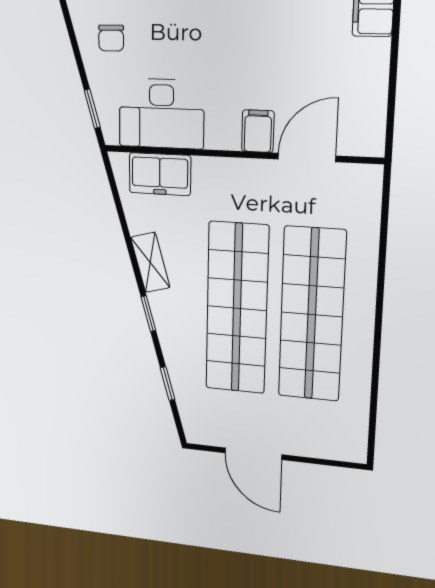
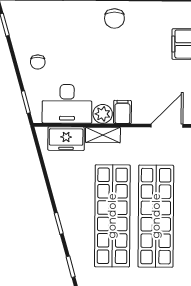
plant: (223, 133) -> (103, 114), added
door: (307, 157) -> (167, 126), moved
shelving: (150, 262) -> (103, 135), moved, turned -74

